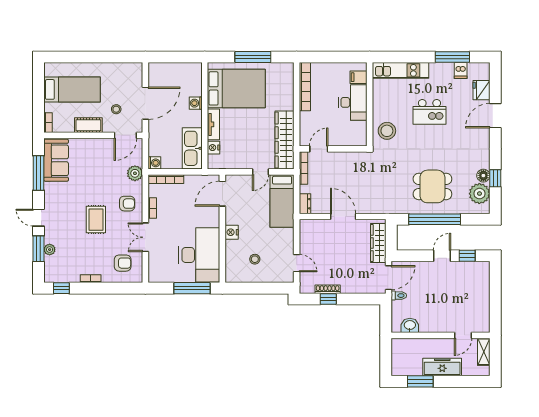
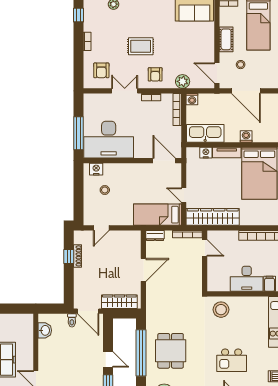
kitchen island: (429, 112) -> (232, 360), moved, turned -90
nightstand: (232, 232) -> (96, 169), moved

